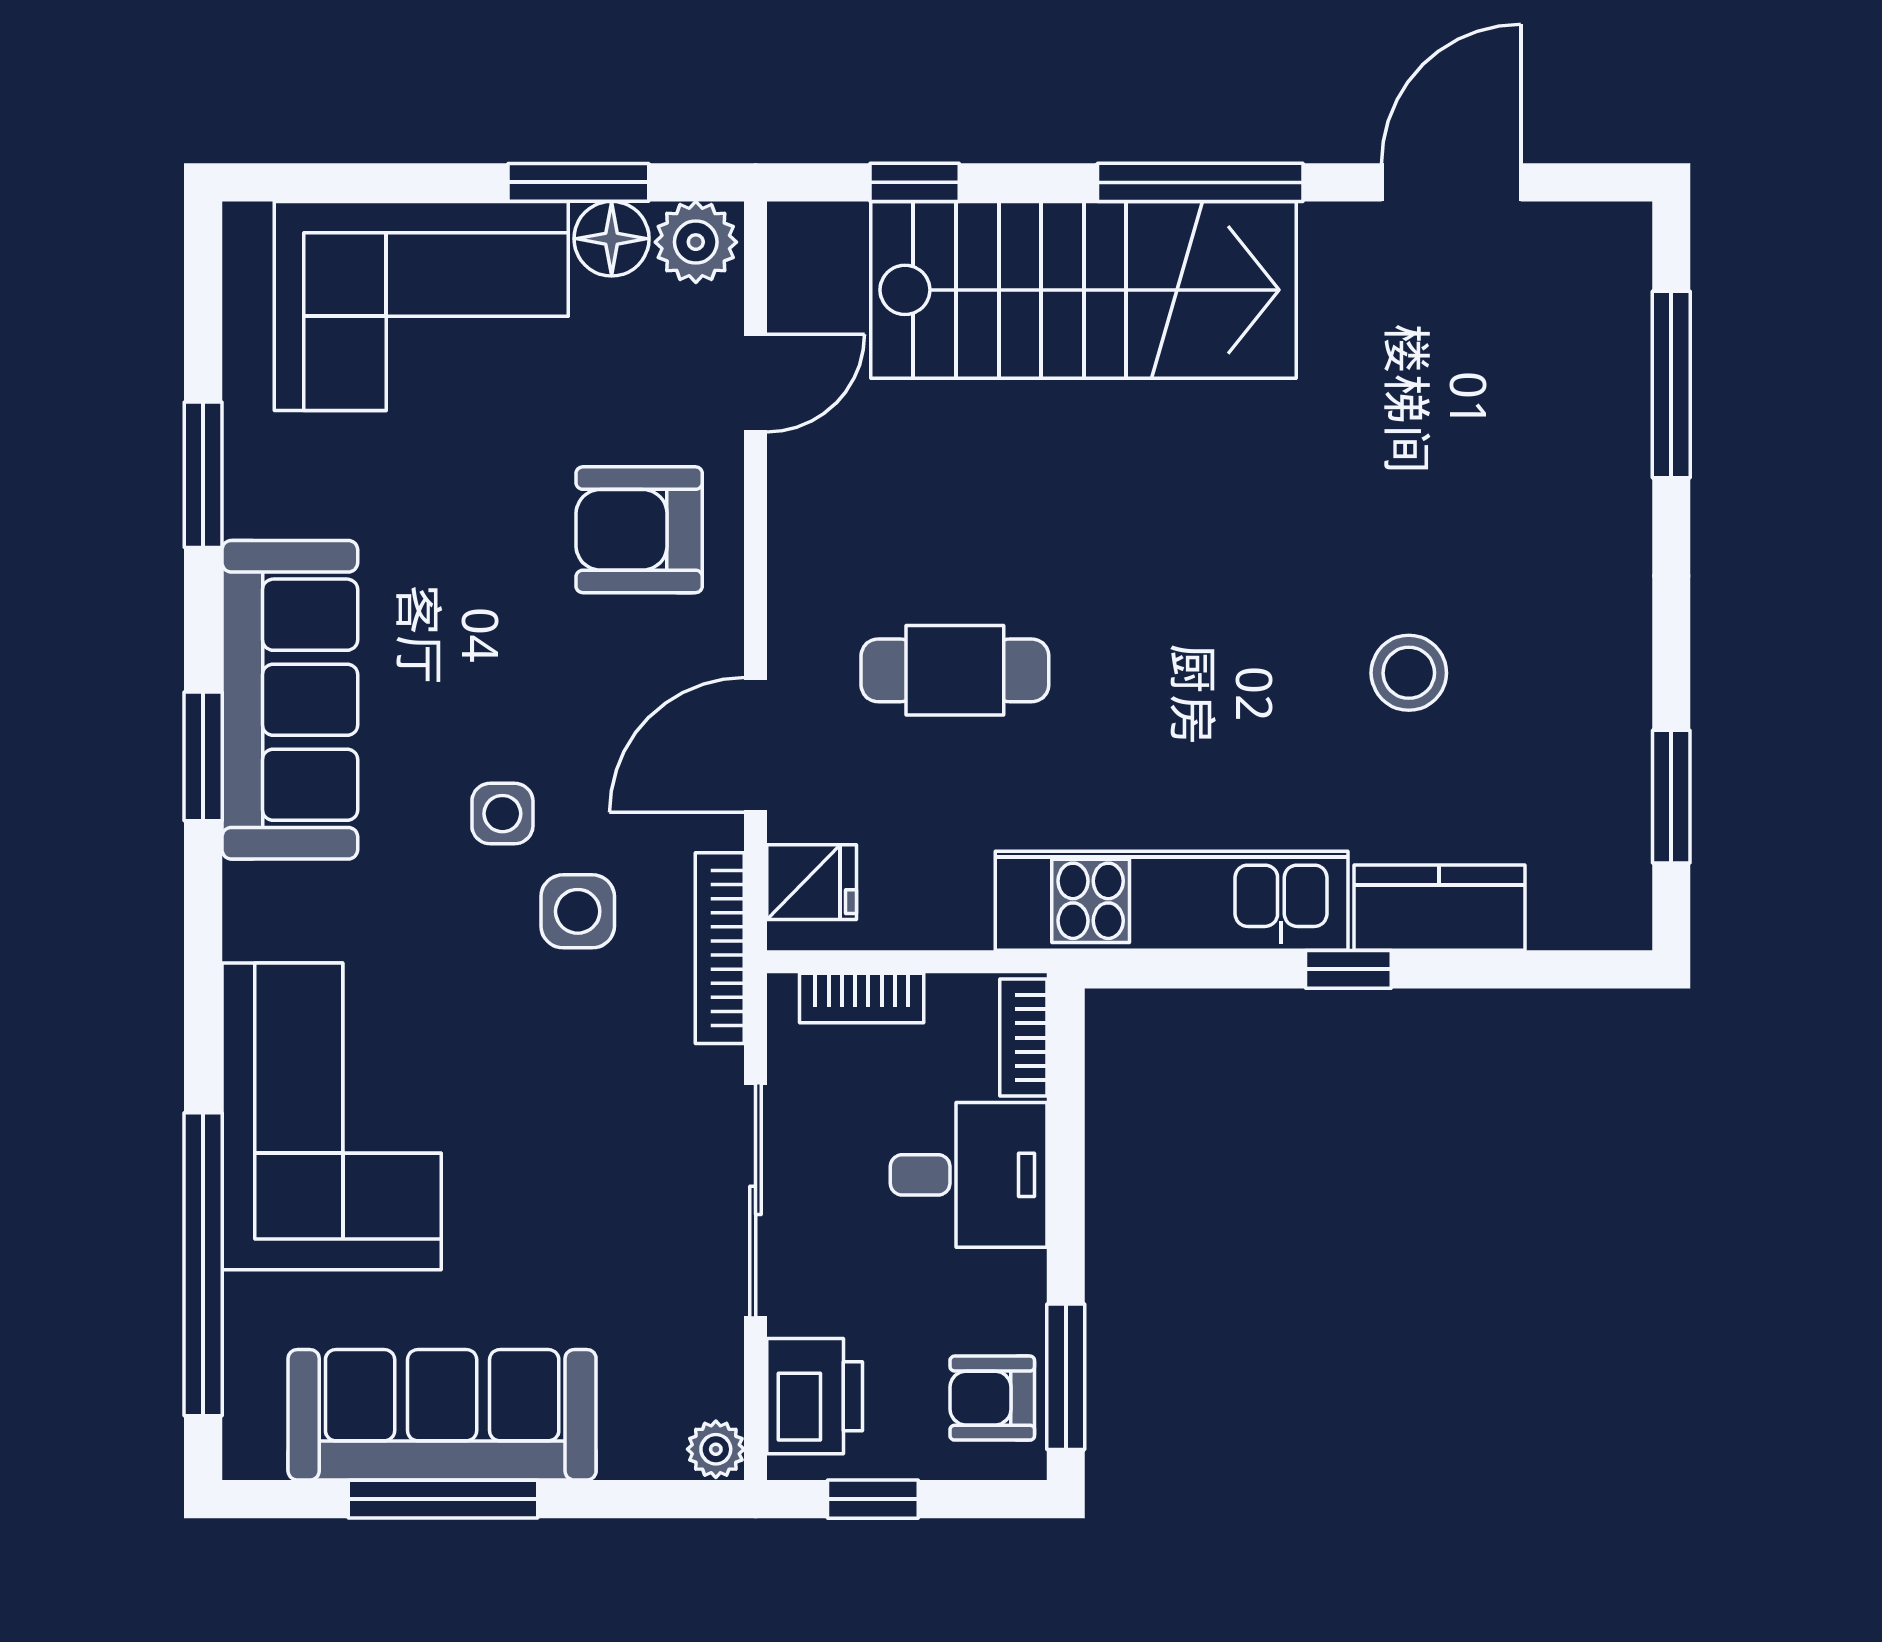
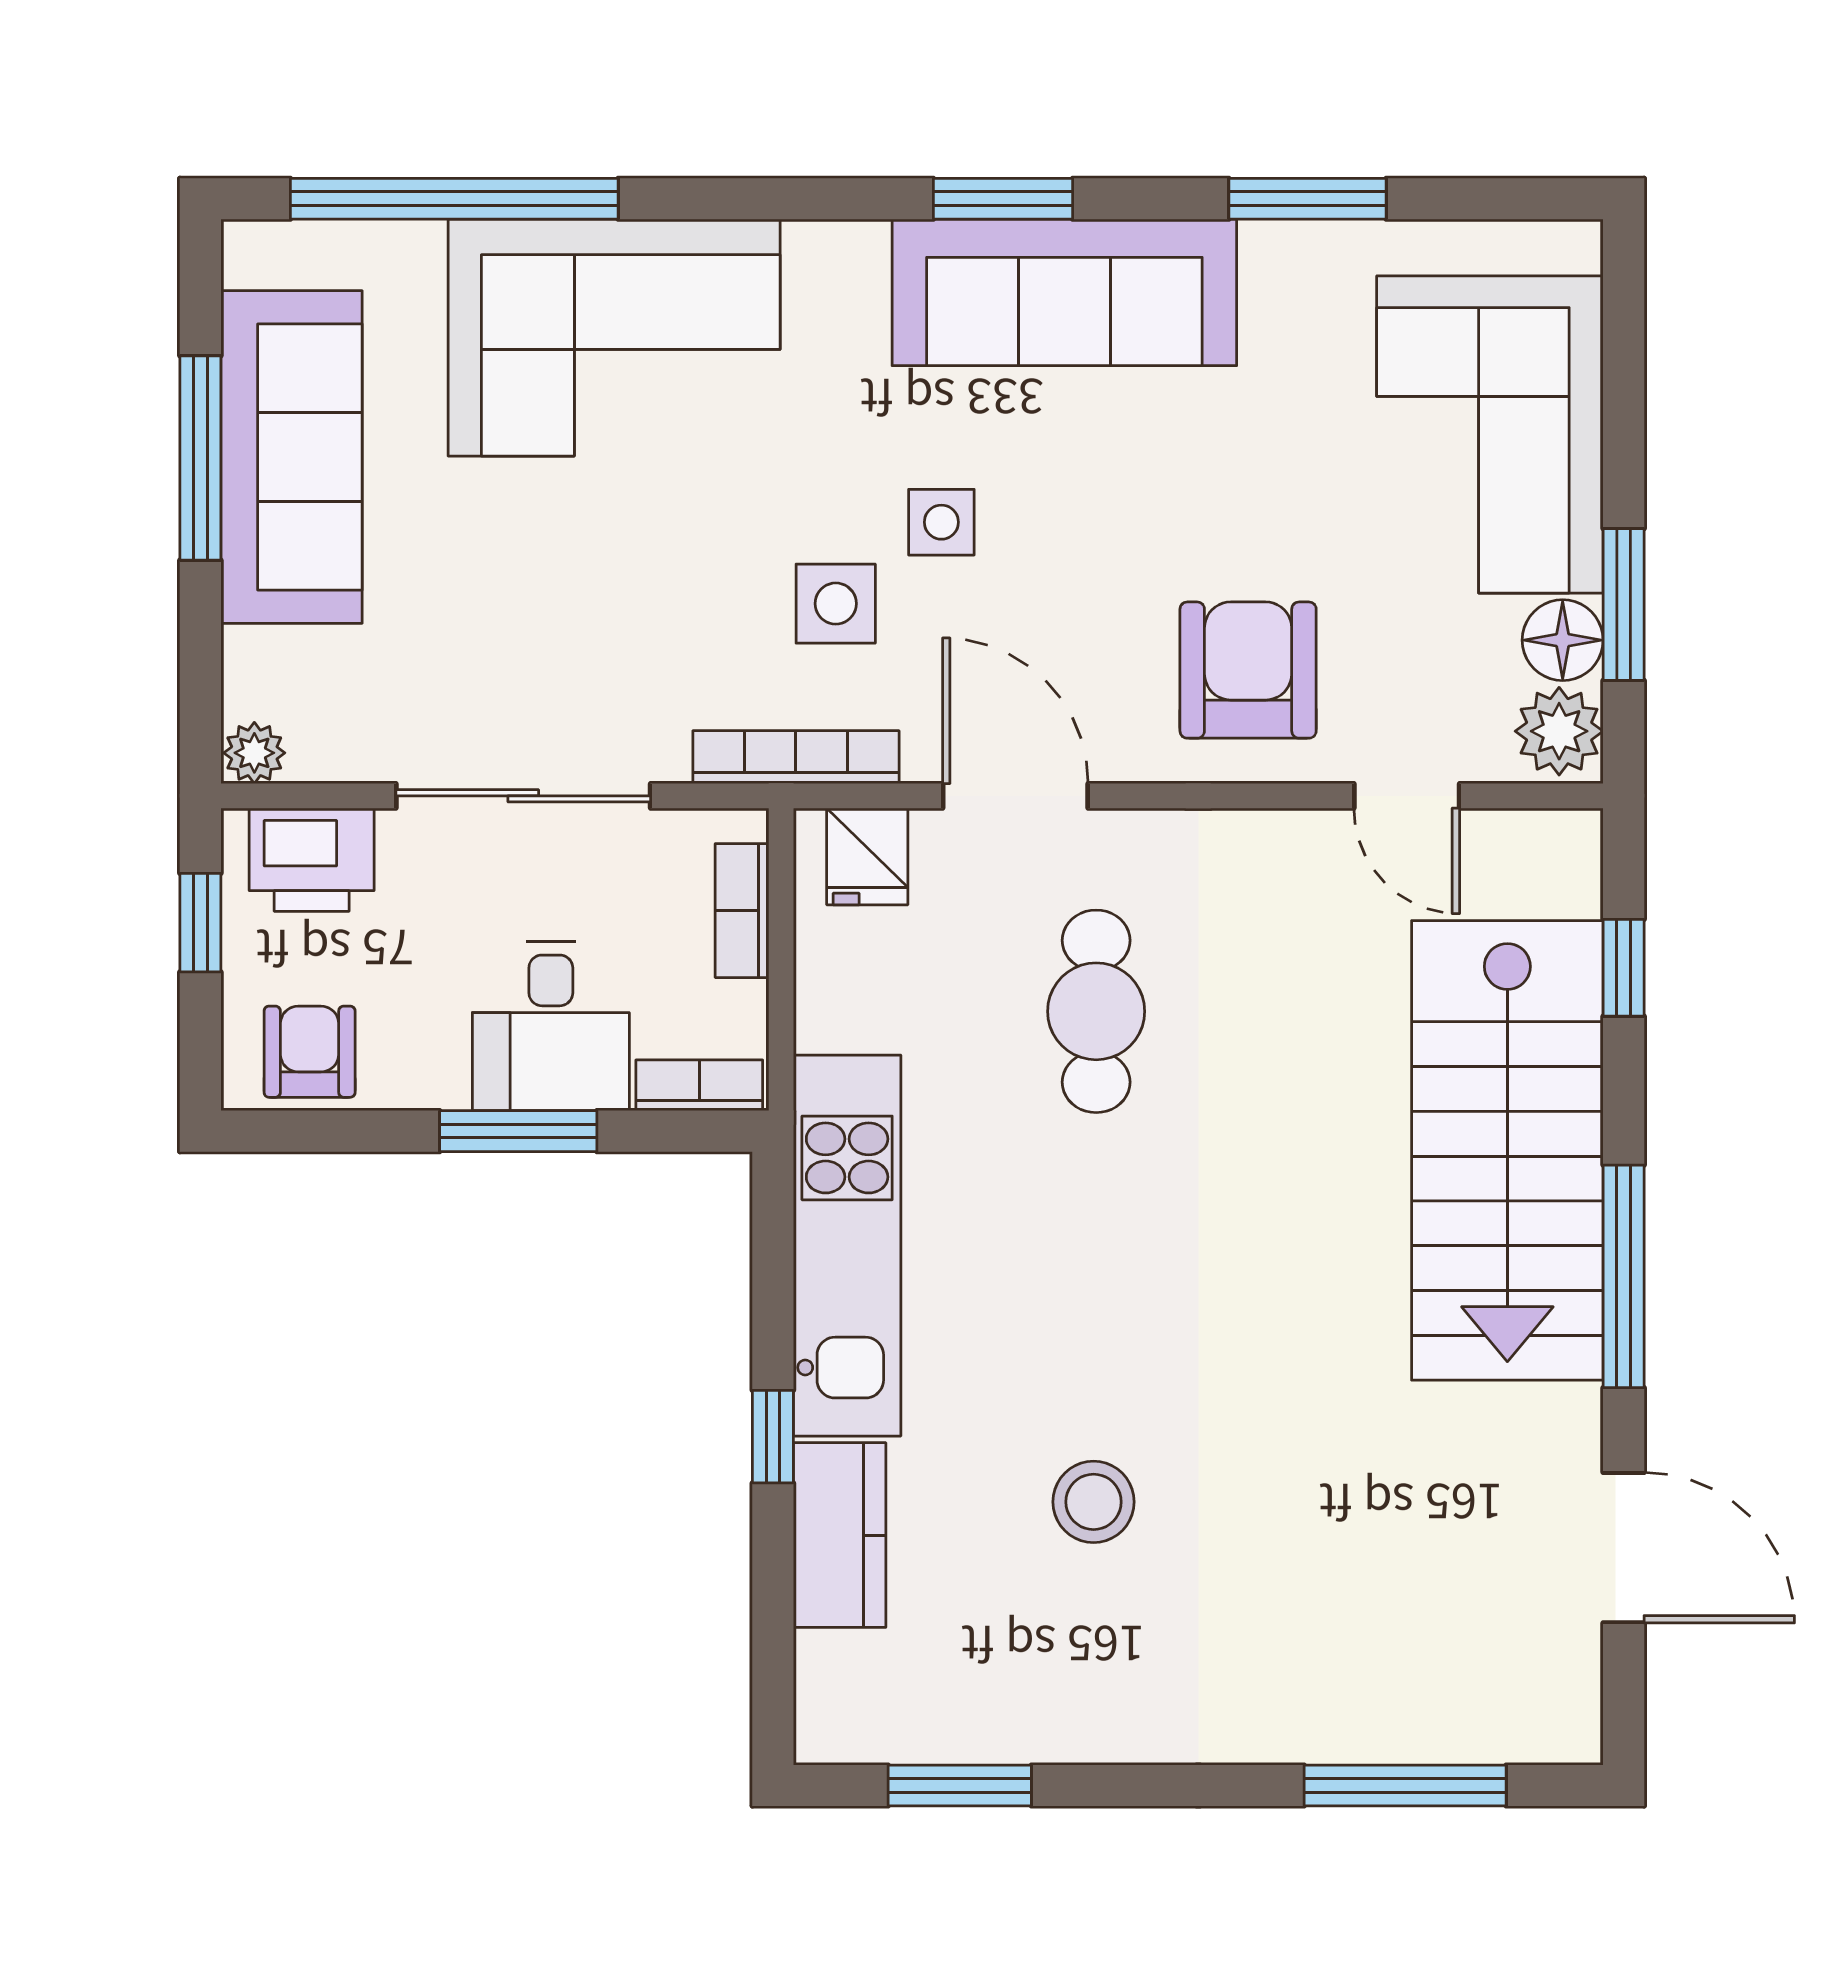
window: (1066, 1377) -> (518, 1131), moved

